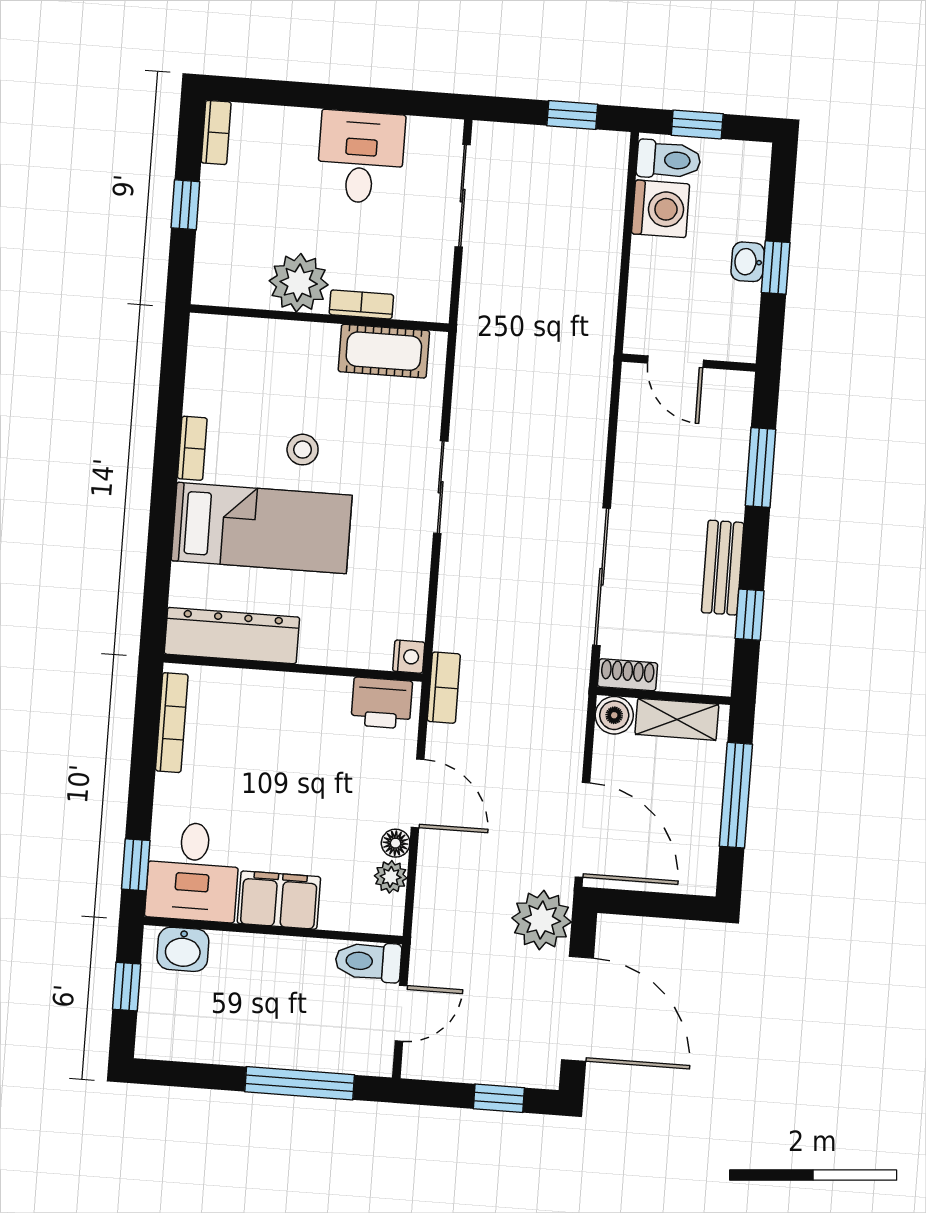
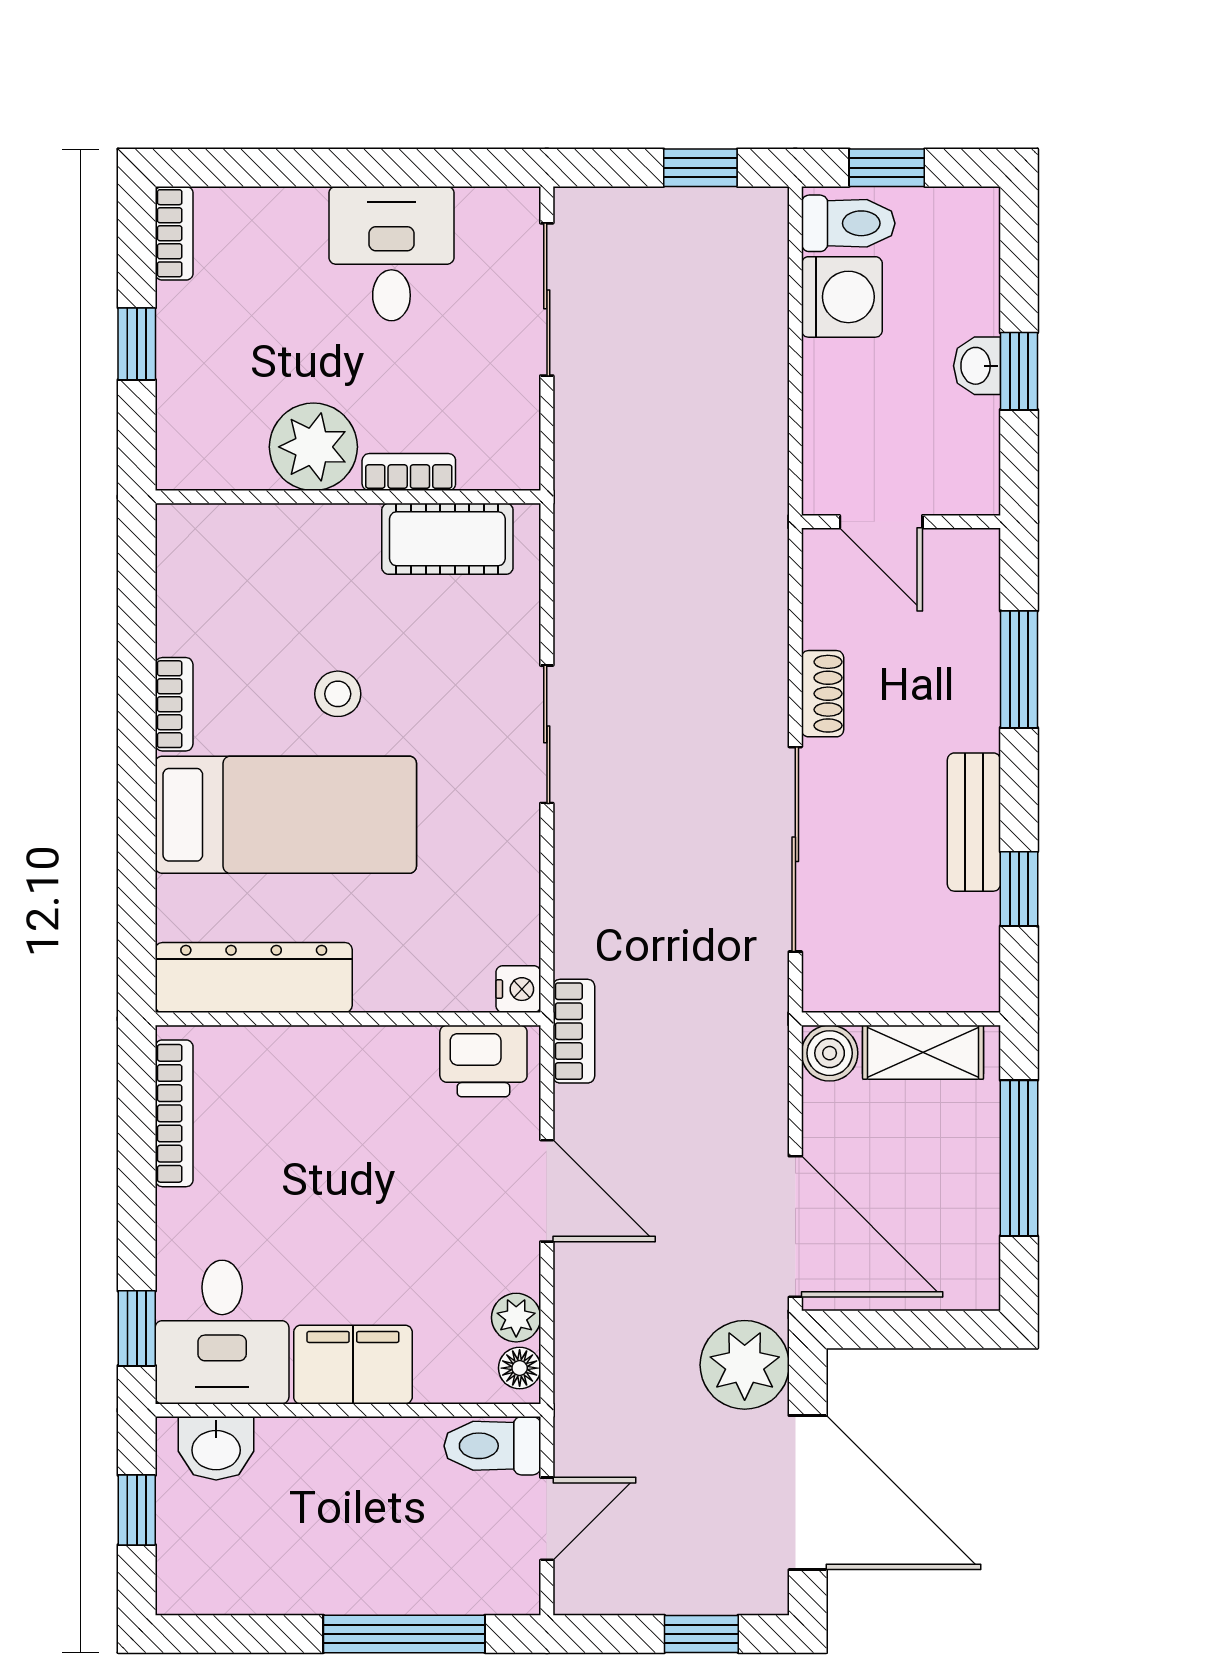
shoe rack: (627, 675) -> (823, 694), moved, turned 90
floor lamp: (396, 843) -> (520, 1368), moved

